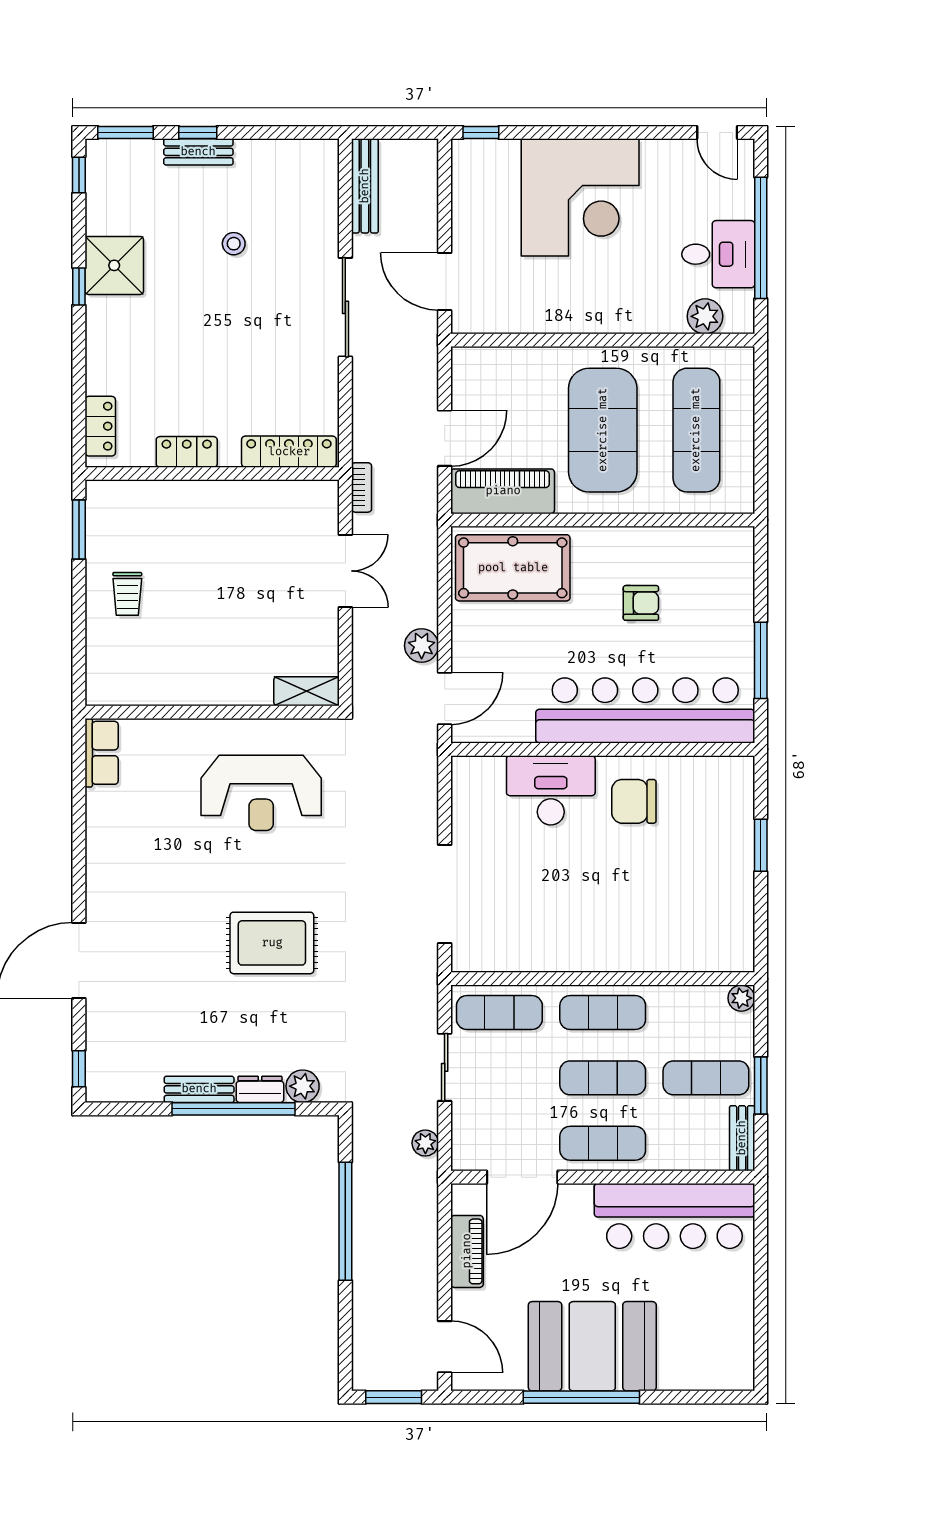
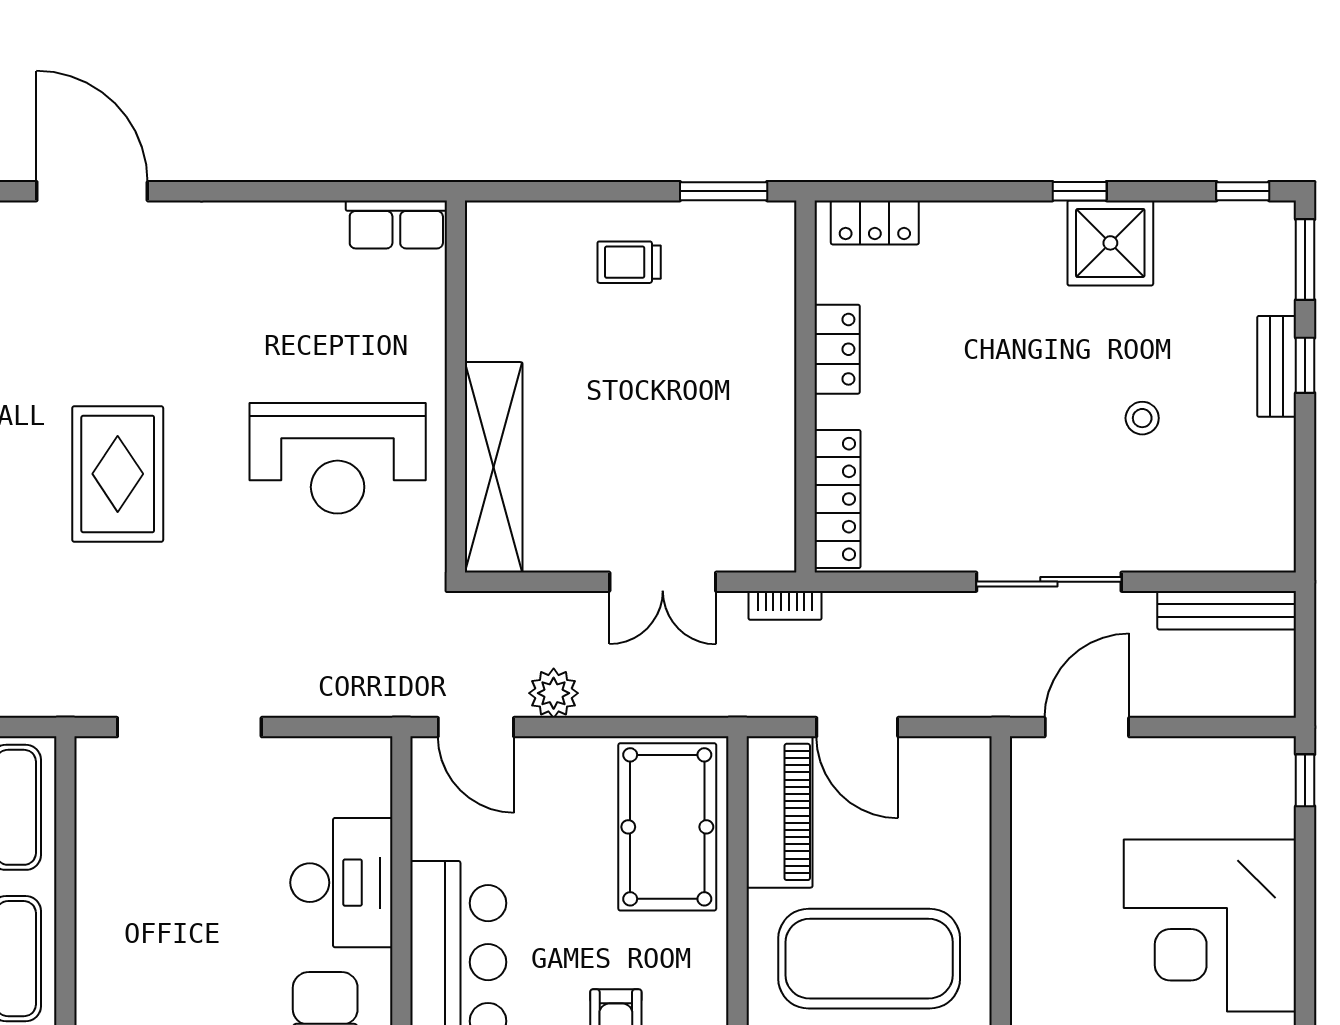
shelving: (307, 691) -> (494, 467), width x2.20, depth x1.33
reception desk: (261, 793) -> (338, 458), turned -90

